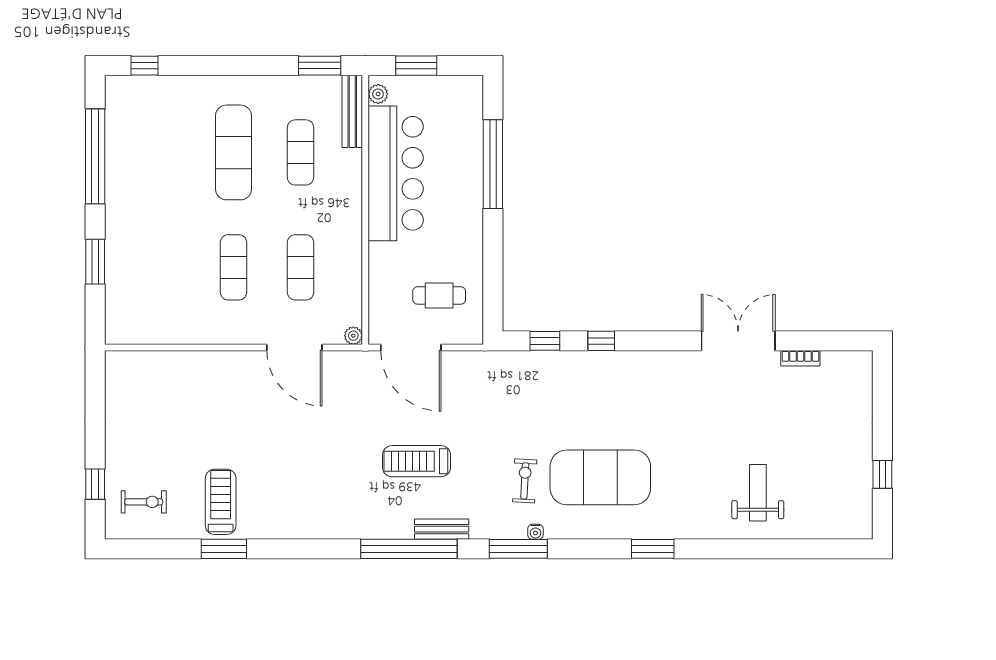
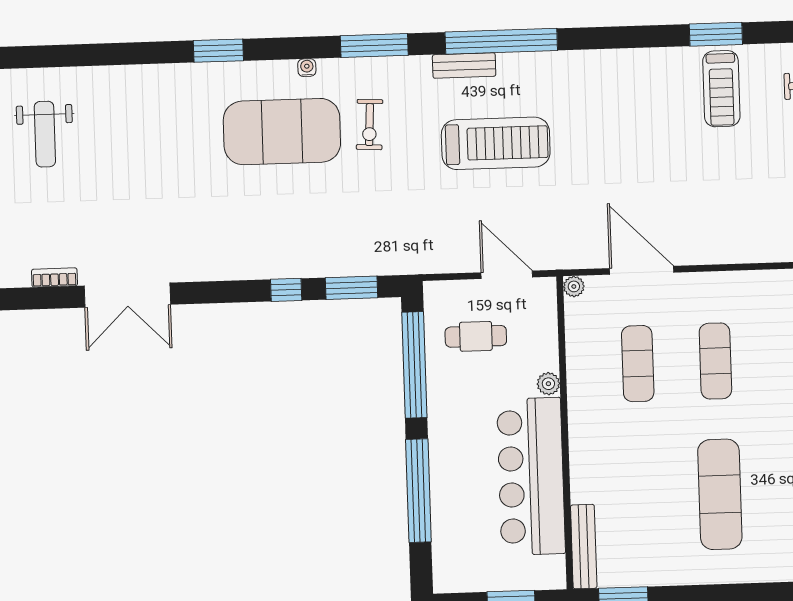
plant: (378, 94) -> (548, 384), moved
exercise mat: (301, 152) -> (642, 497), removed
window: (493, 273) -> (414, 365), added
window: (545, 341) -> (352, 288), width x1.50
door: (411, 348) -> (507, 275), width x0.73
treadmill: (417, 461) -> (496, 143), width x1.37, depth x1.38
weight bench: (758, 493) -> (45, 134), moved
water cooler: (535, 532) -> (307, 68), moved

